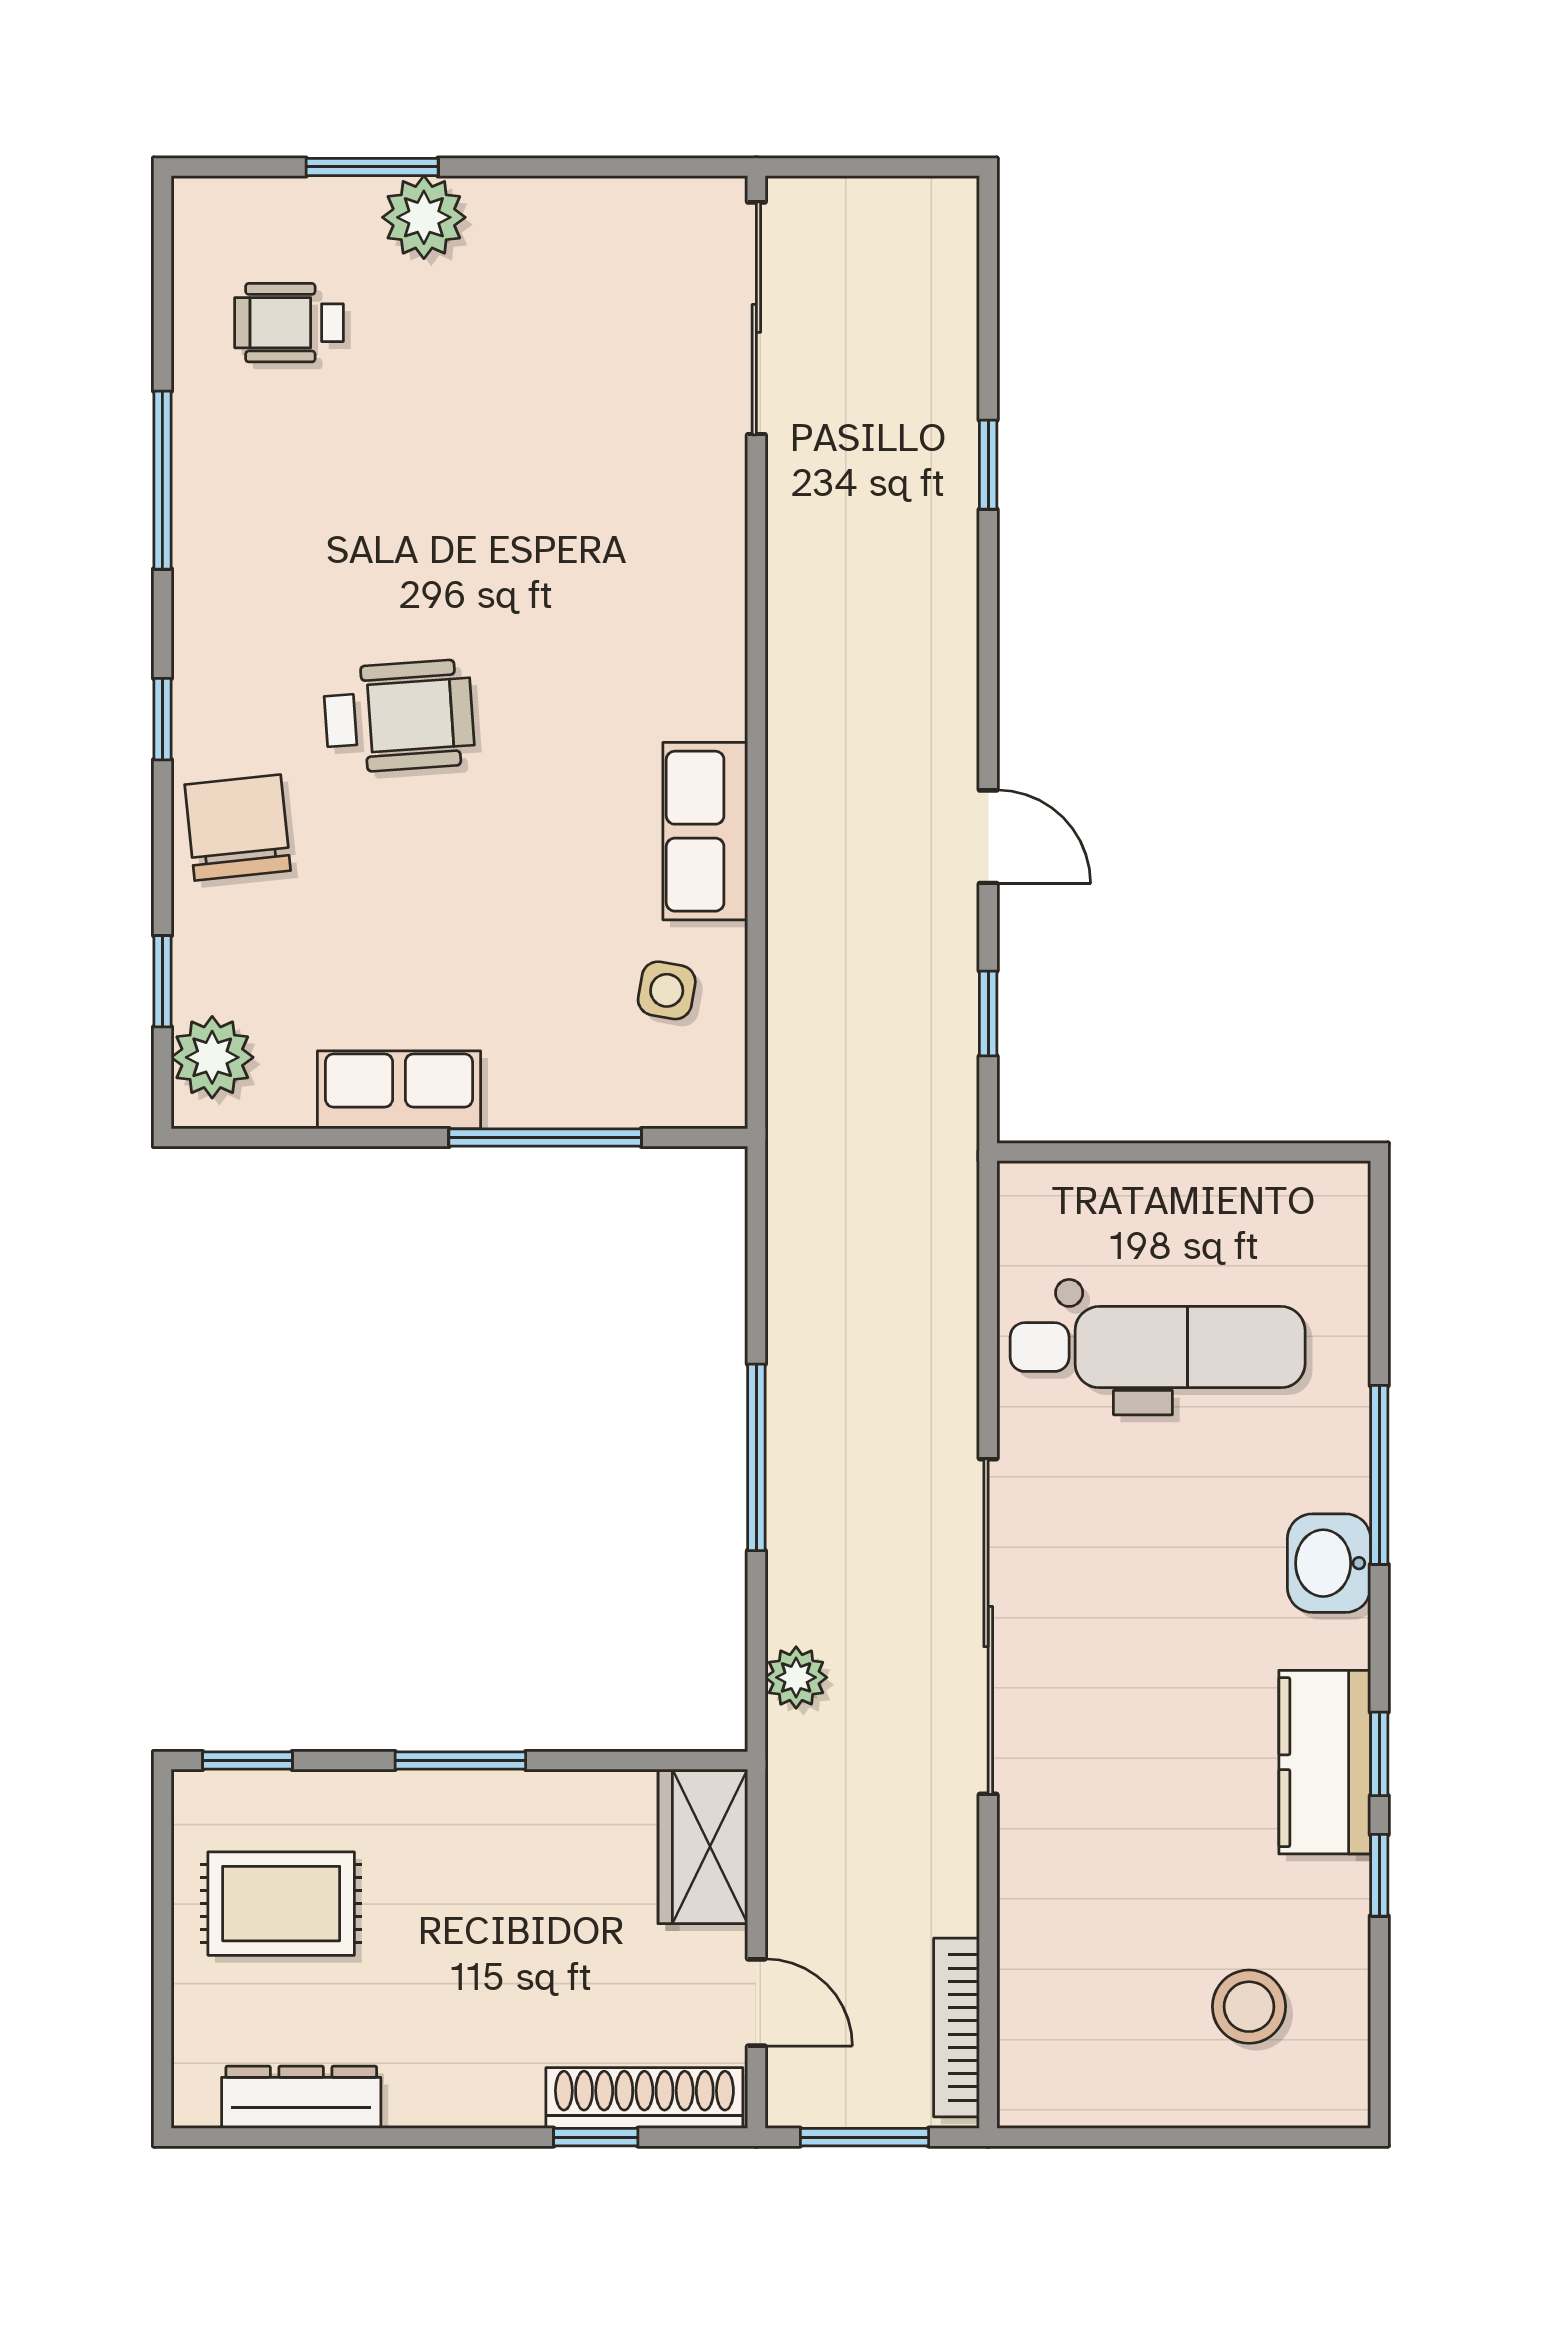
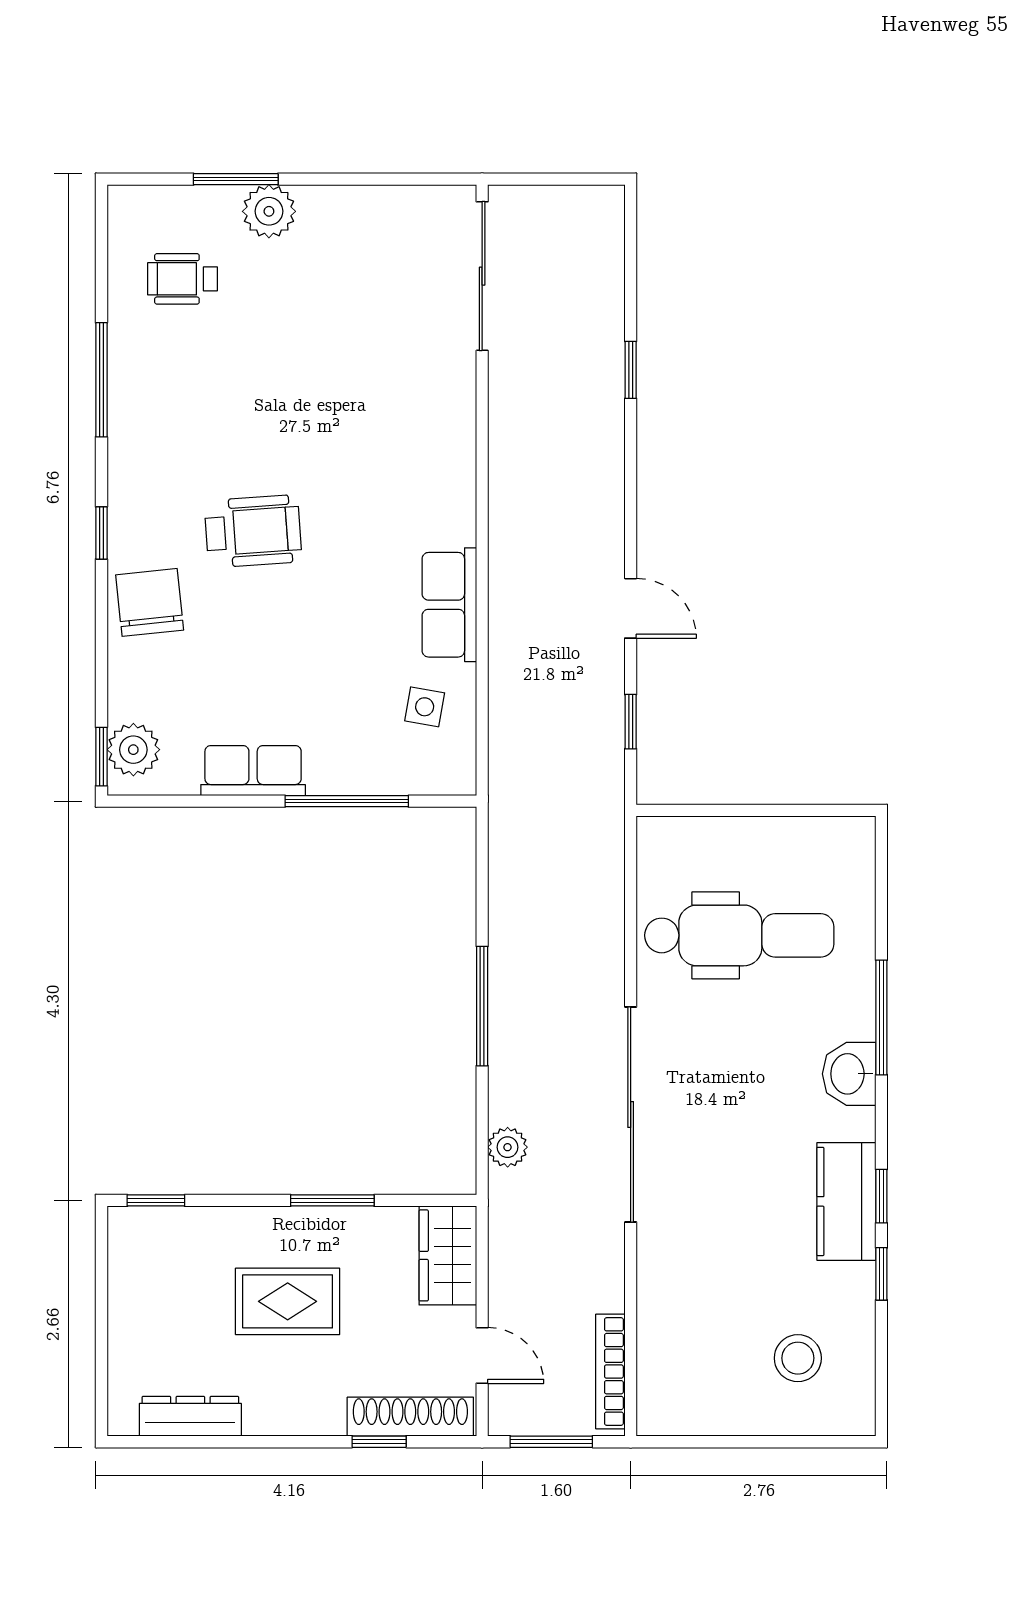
window: (162, 981) -> (101, 757), moved
window: (460, 1760) -> (332, 1200), moved
rug: (281, 1904) -> (288, 1301), moved

